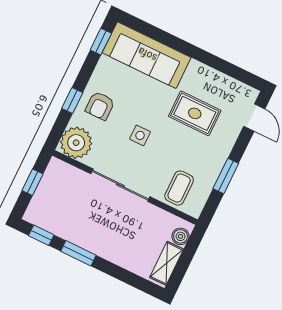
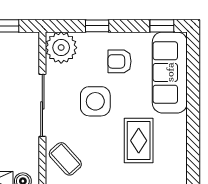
armchair: (100, 106) -> (120, 61), moved
side table: (140, 135) -> (95, 101), width x1.87, depth x1.87
coffee table: (179, 188) -> (65, 159), turned 48

